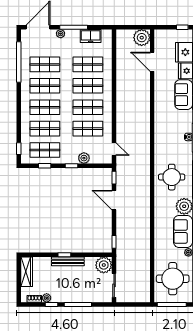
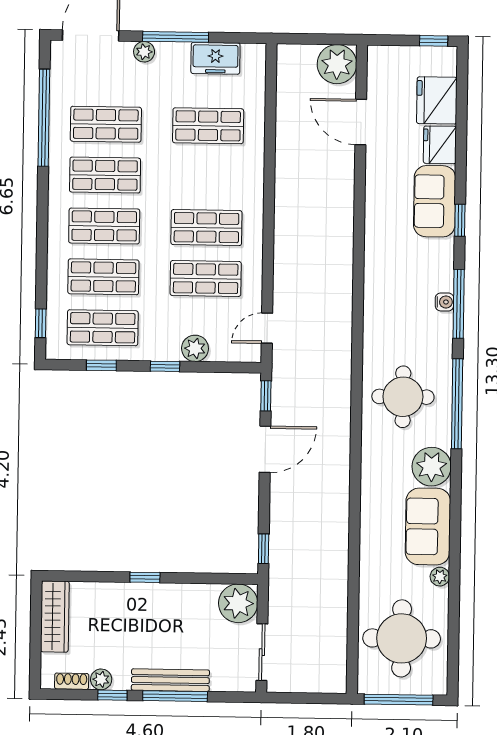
shop shelf: (88, 86) -> (207, 177), removed
door: (114, 149) -> (267, 328), swing flipped
door: (114, 200) -> (265, 449), swing flipped
bench: (68, 261) -> (170, 680), moved

